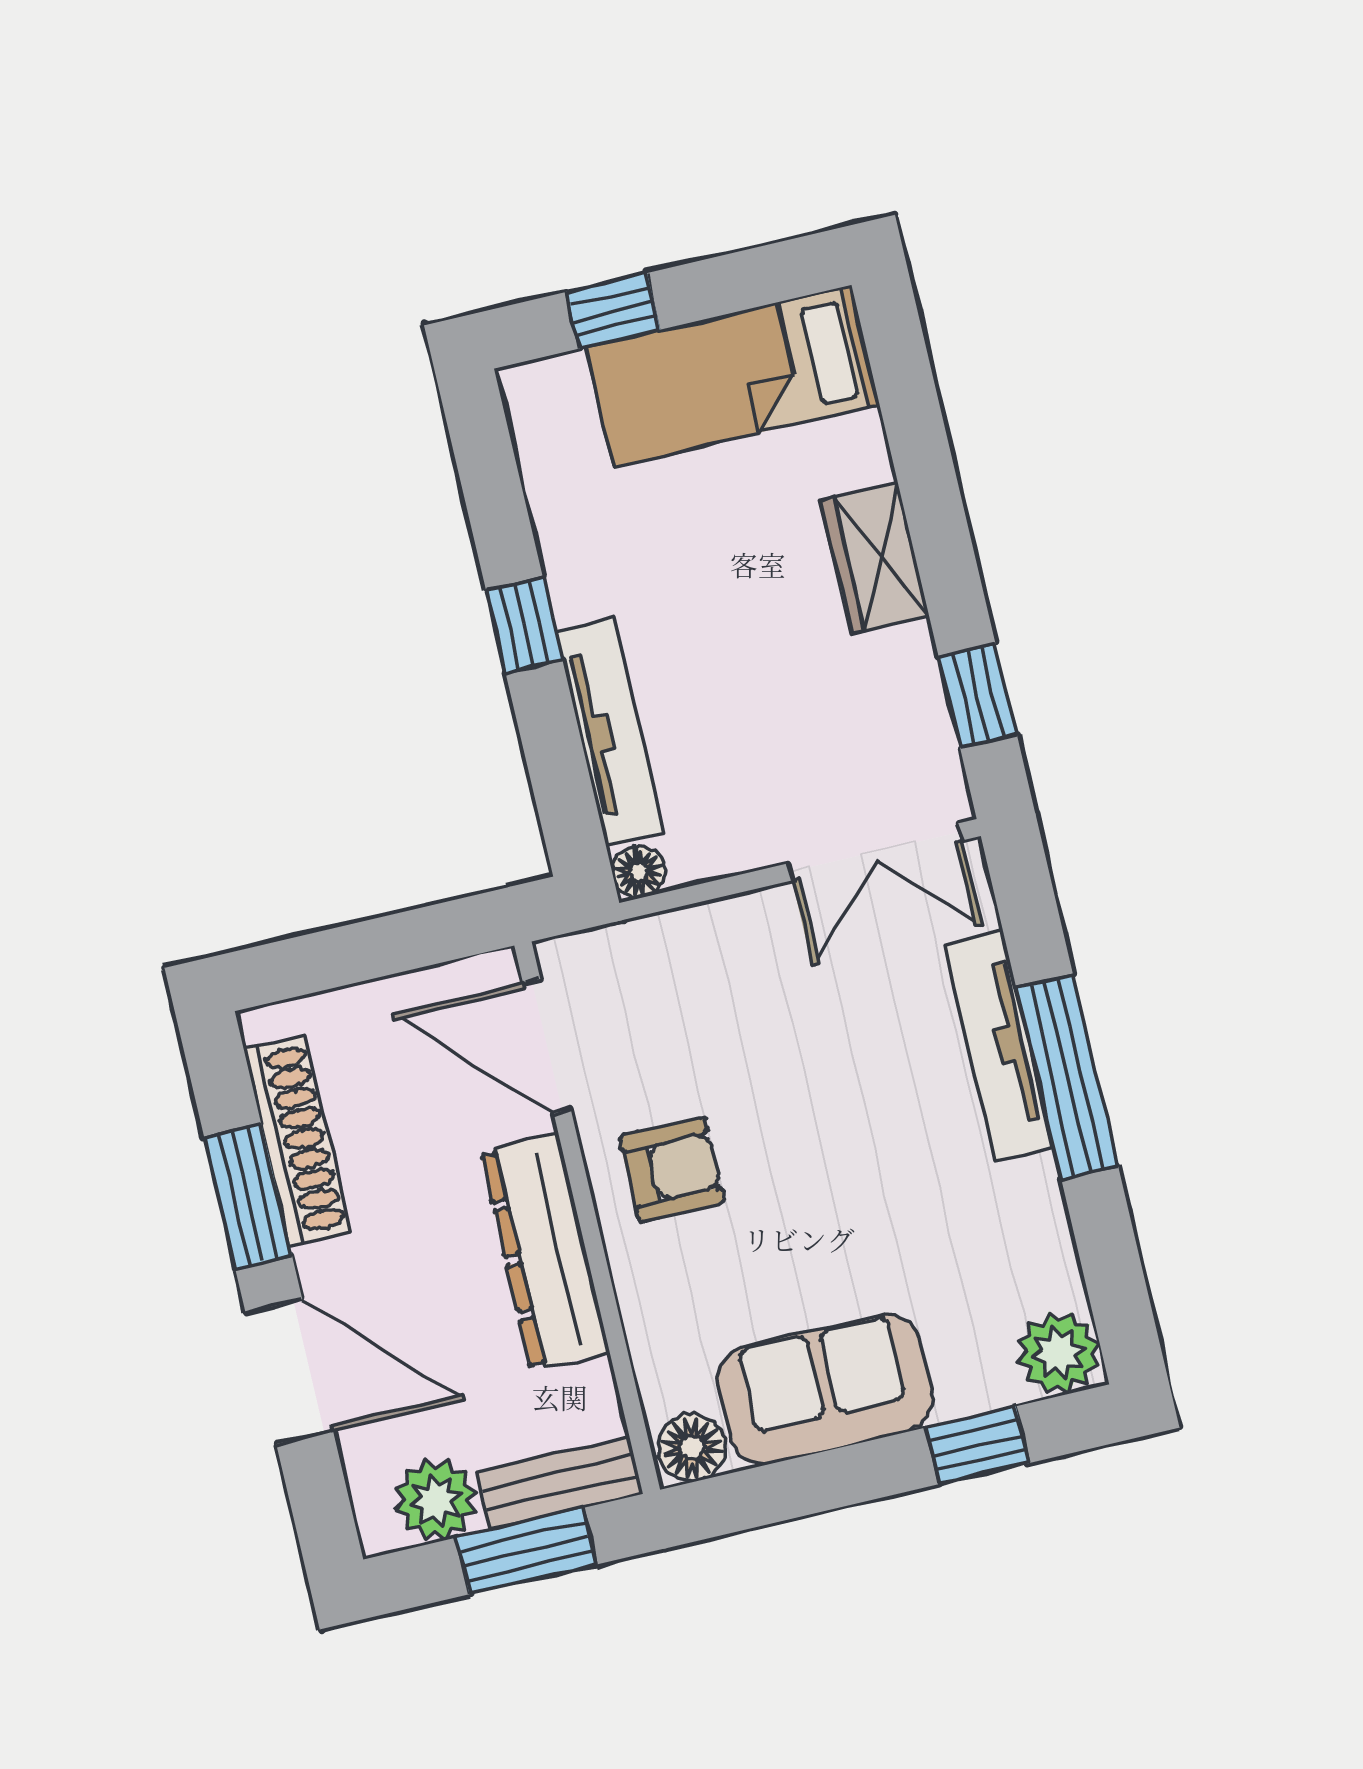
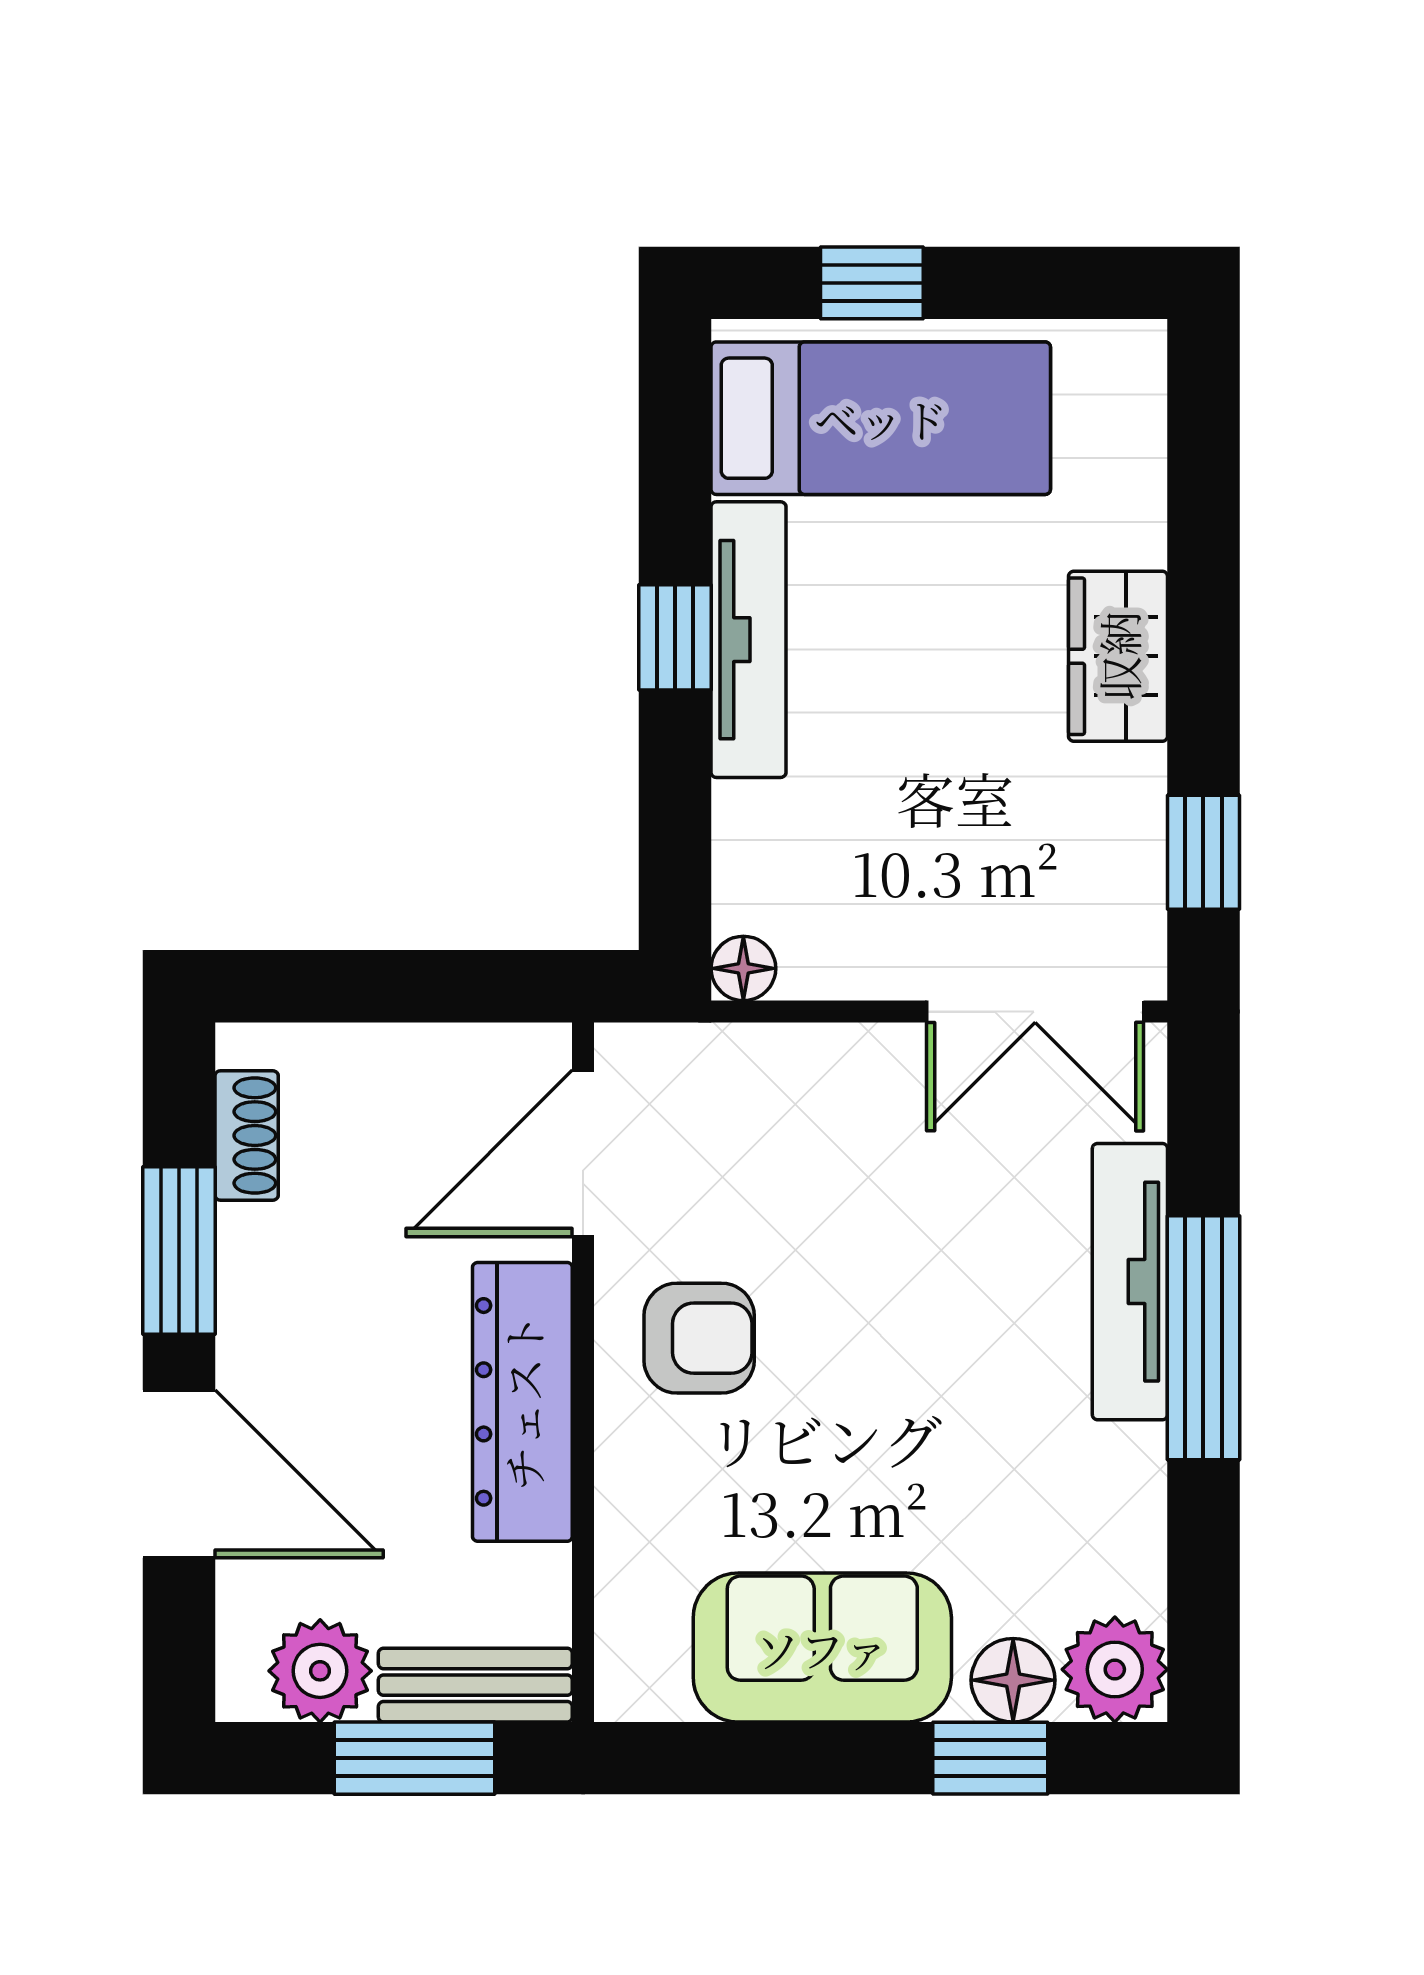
bed: (733, 376) -> (881, 418), moved, turned 180
tv unit: (610, 732) -> (748, 640), moved
door: (547, 1046) -> (583, 1153), hinge flipped
shoe rack: (297, 1140) -> (247, 1135), width x0.51, depth x0.81
floor lamp: (692, 1448) -> (1013, 1680), moved

